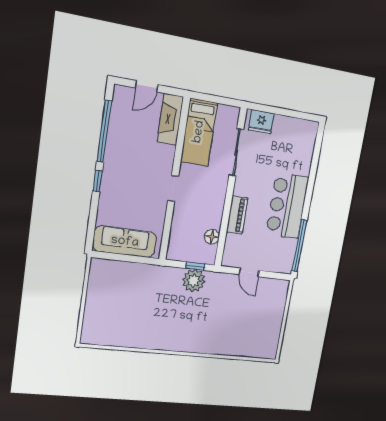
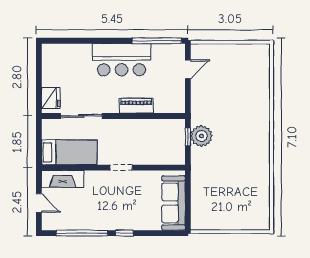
floor lamp: (212, 237) -> (159, 126), removed
door: (249, 272) -> (188, 69), moved

